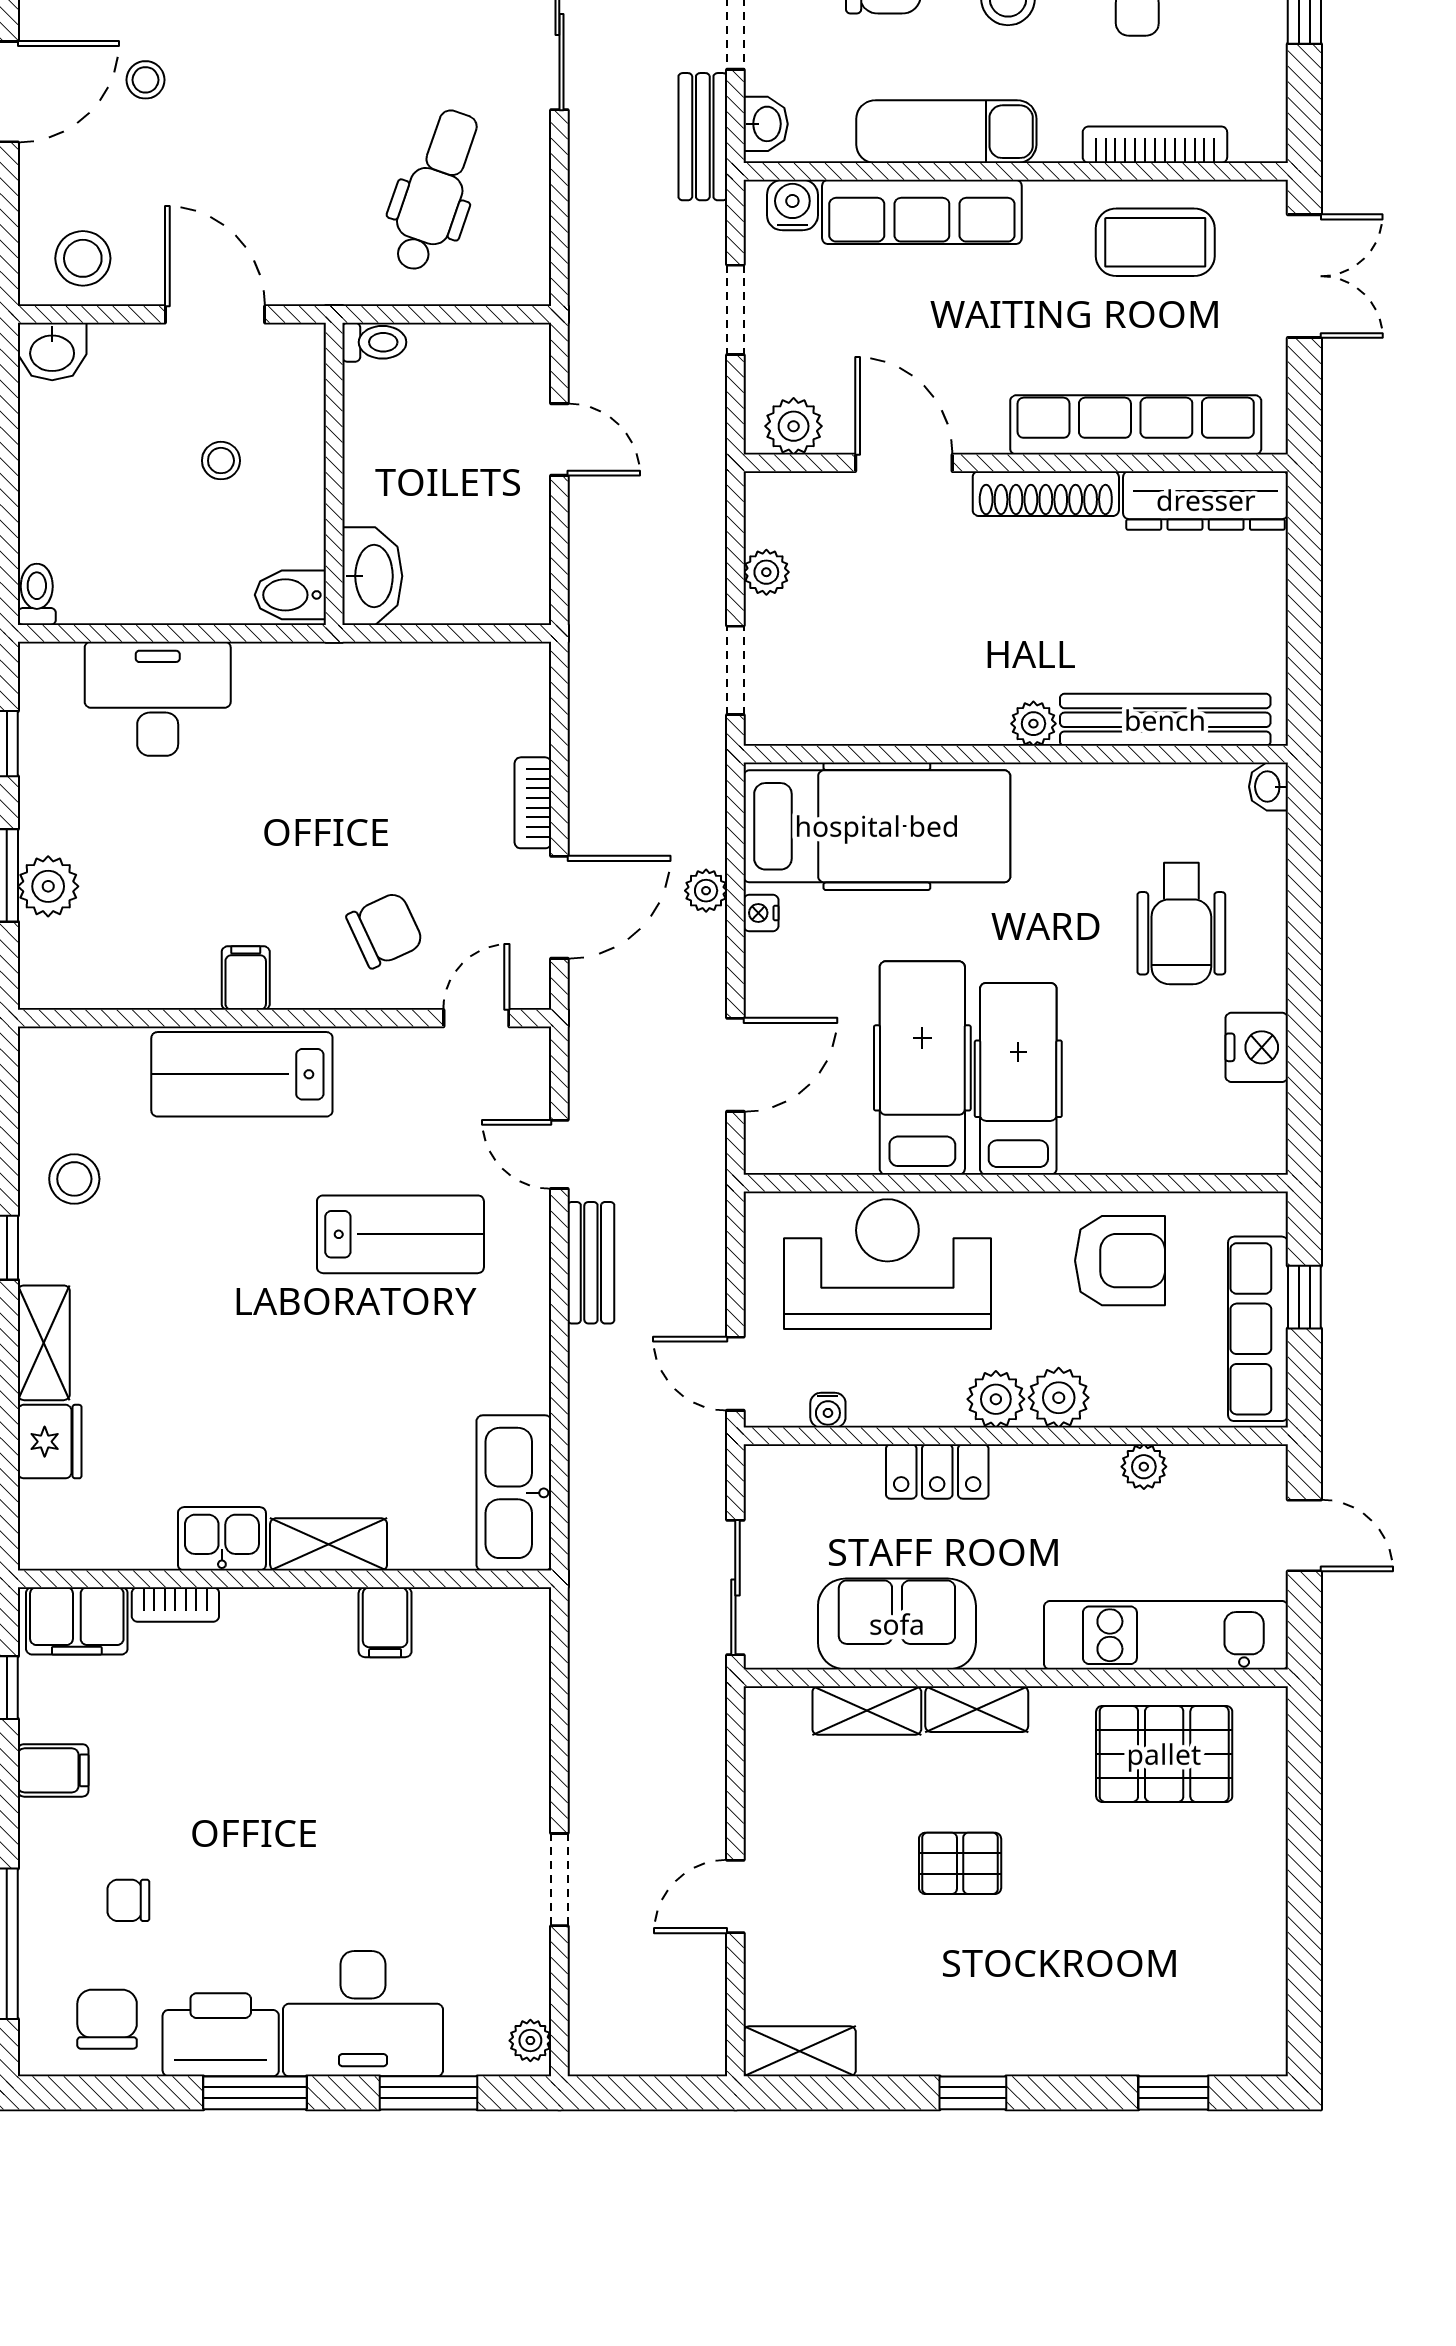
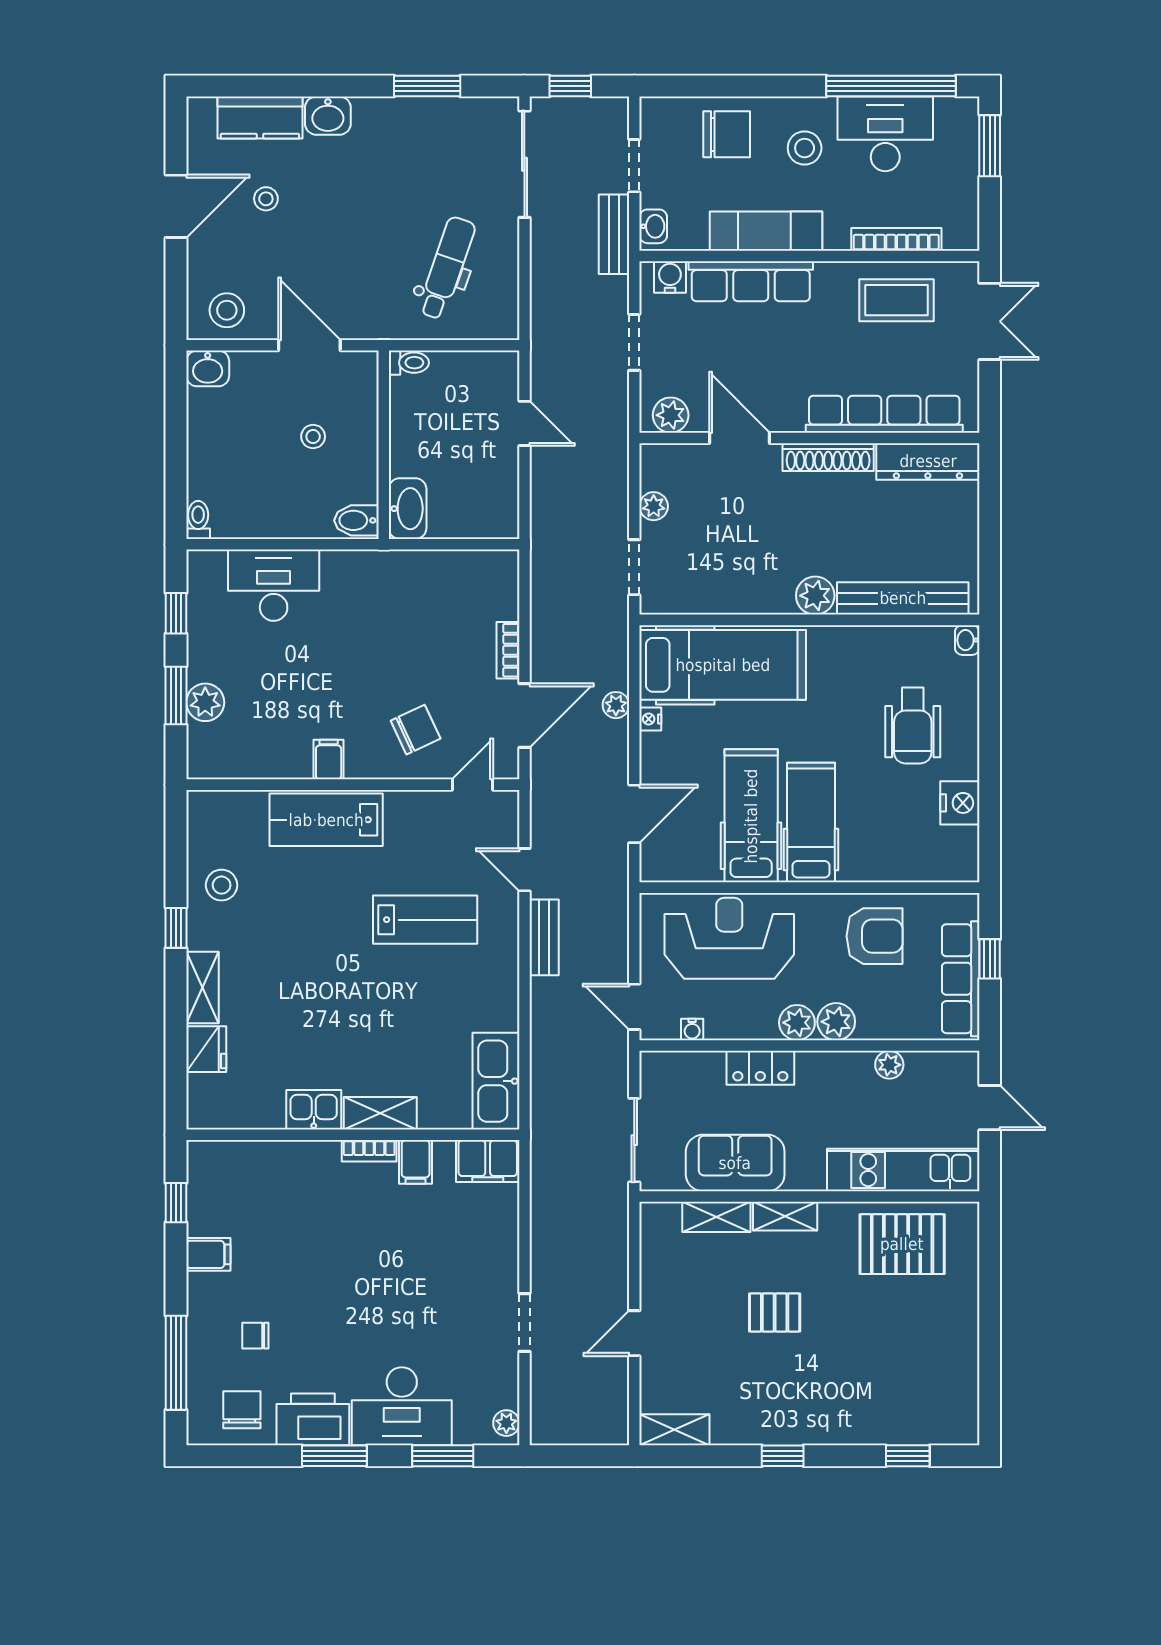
plant: (1033, 724) -> (815, 596), width x1.38, depth x1.38
bookcase: (175, 1605) -> (369, 1151), moved
filing cabinet: (77, 1621) -> (488, 1161), moved

